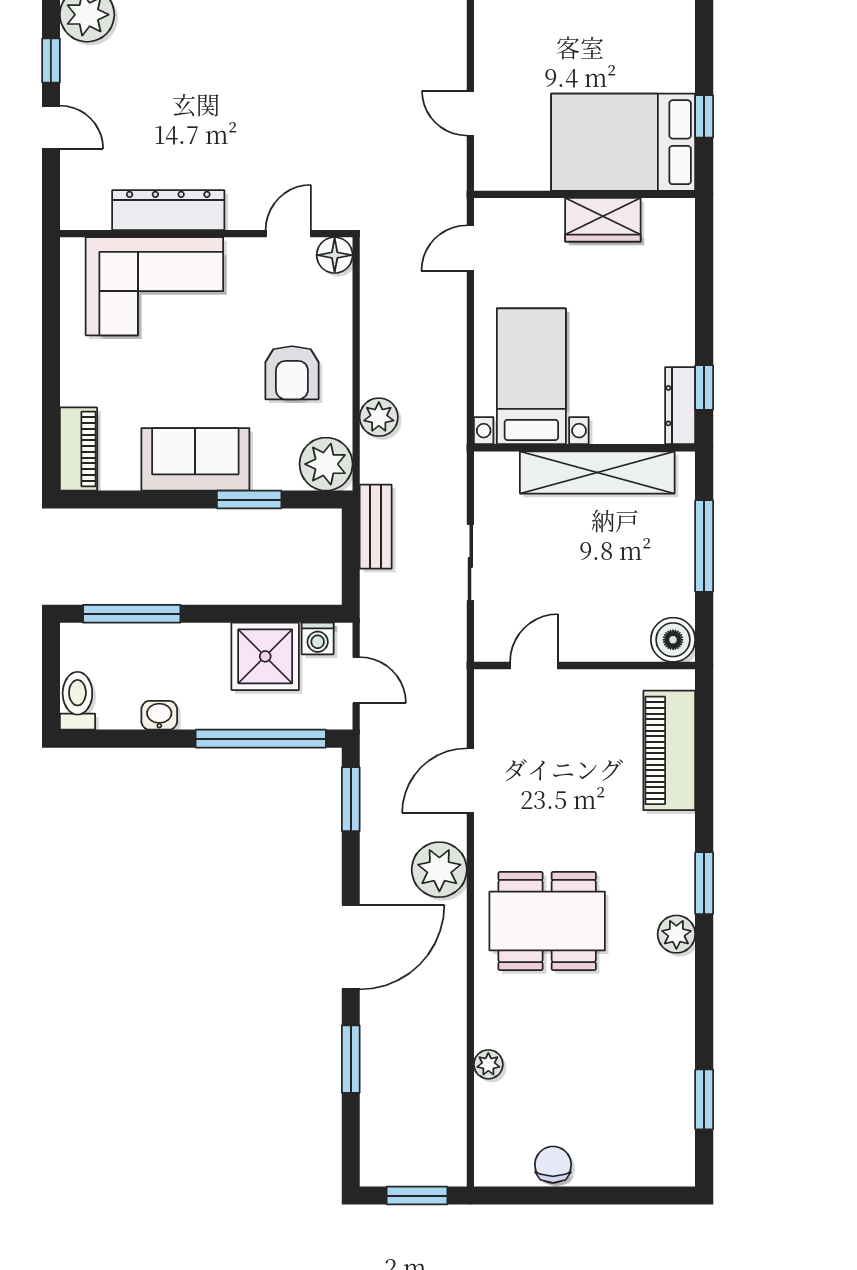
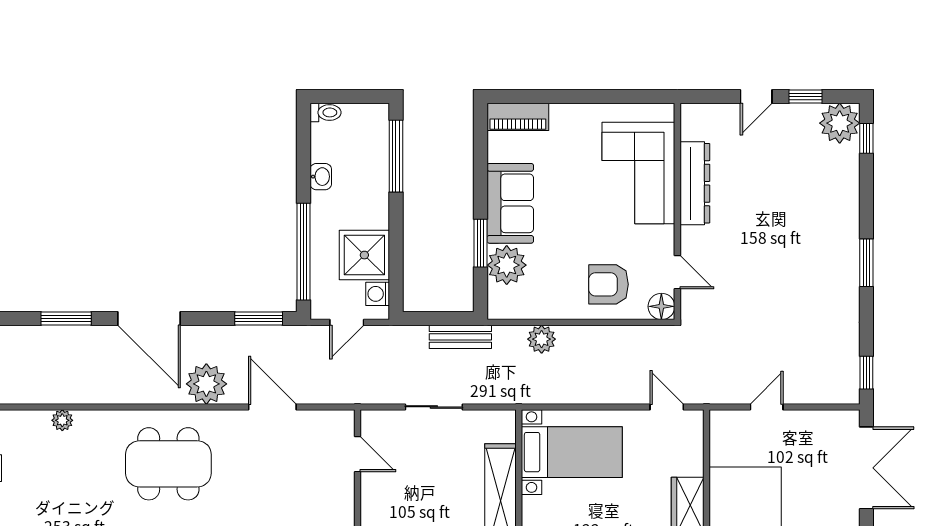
armchair: (292, 373) -> (609, 284), moved
plant: (326, 464) -> (507, 265), moved
toilet: (77, 701) -> (325, 112), width x0.73, depth x0.72
dining table: (547, 921) -> (168, 464), turned 90

